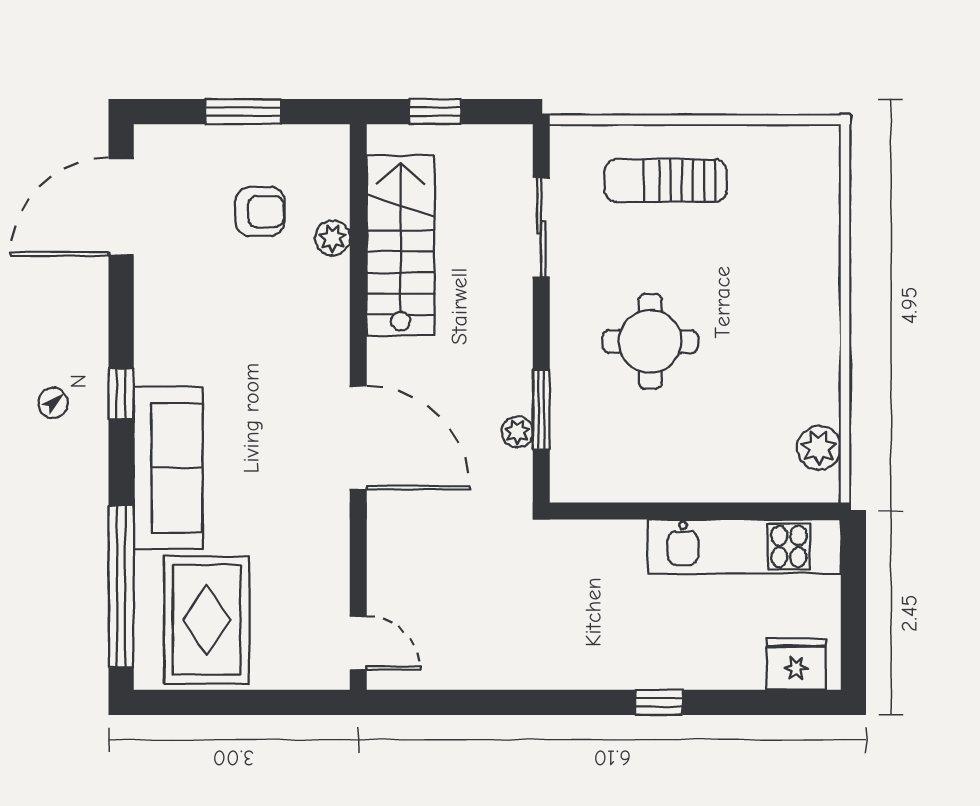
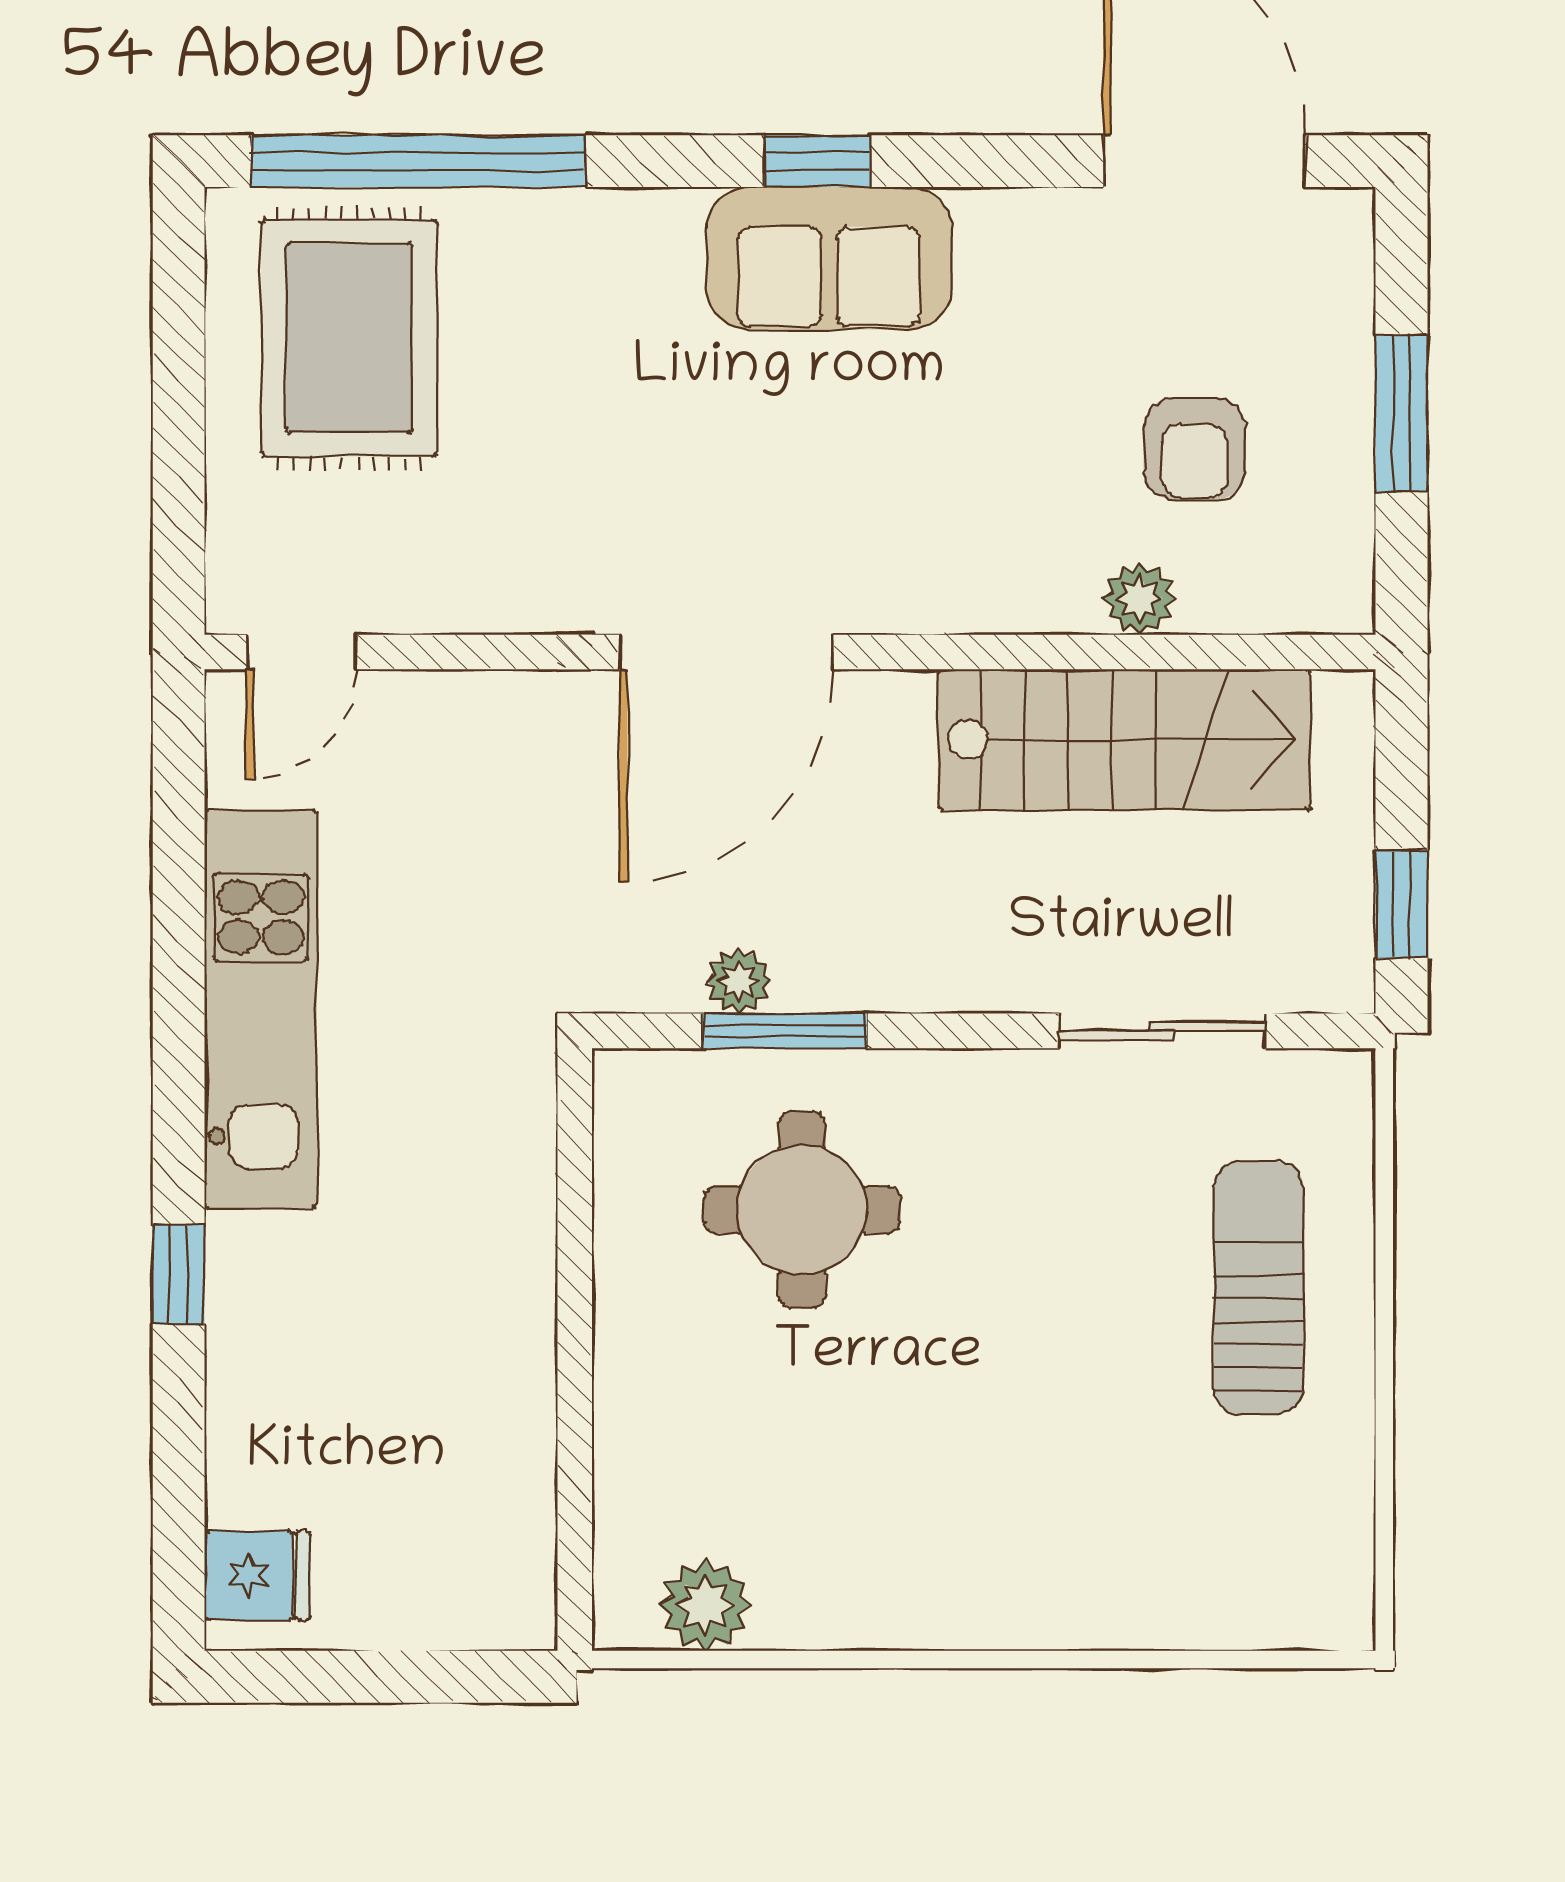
window: (435, 112) -> (1402, 904), moved
round table: (650, 341) -> (802, 1210), moved
sofa: (168, 468) -> (829, 258), moved, width x0.73
kitchen unit: (745, 546) -> (261, 1009), moved, turned 180
rug: (207, 620) -> (349, 338), turned 90
fridge: (796, 664) -> (257, 1575), width x0.72

